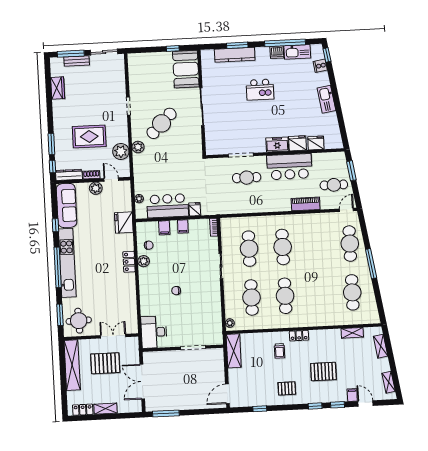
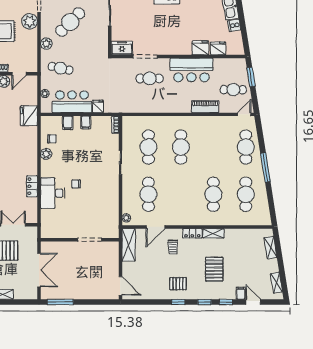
cooker: (331, 118) -> (234, 25), added
freezer: (277, 144) -> (122, 48), moved
plant: (121, 151) -> (30, 21), moved
cafe table: (154, 172) -> (61, 68), added
door: (111, 179) -> (19, 74), swing flipped
locker: (129, 262) -> (32, 186), moved
cafe table: (285, 296) -> (213, 194), moved
door: (260, 331) -> (155, 227), added
desk: (154, 332) -> (53, 193), moved
shelving: (352, 333) -> (213, 233), moved
pallet: (323, 372) -> (214, 269), turned 90
double door: (142, 382) -> (39, 270), swing flipped
door: (227, 394) -> (120, 286), swing flipped
window: (260, 409) -> (178, 302), moved

